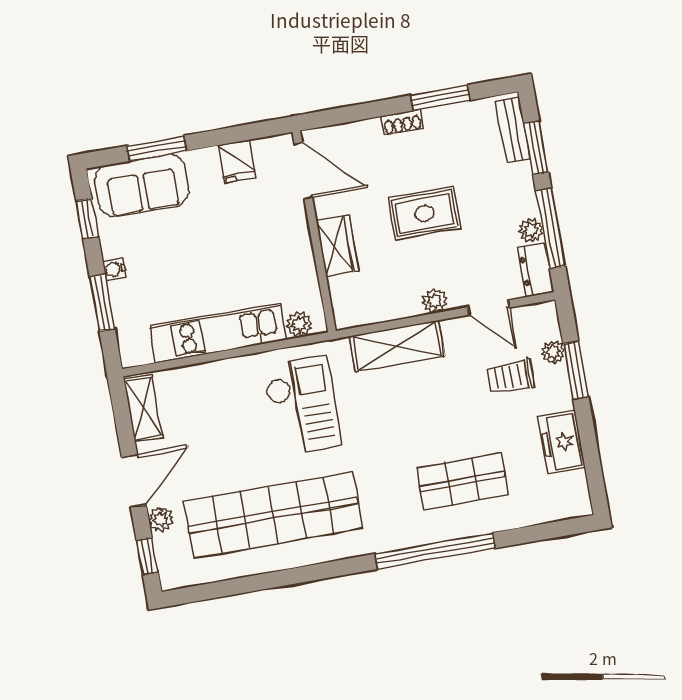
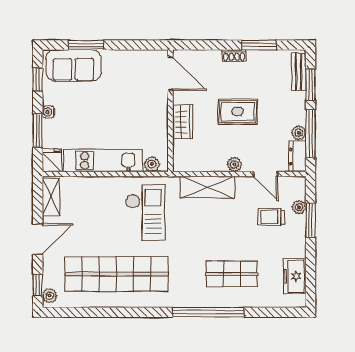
fridge: (236, 161) -> (52, 160), moved, turned 180
freezer: (562, 442) -> (295, 276), moved
plant: (161, 519) -> (50, 296), moved

